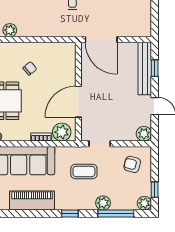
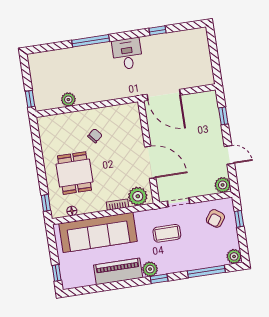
bench: (145, 68) -> (213, 118), removed
door: (78, 102) -> (150, 162), swing flipped
armchair: (132, 164) -> (215, 218), turned -69
window: (155, 190) -> (239, 219), moved
plant: (103, 203) -> (150, 269), moved

